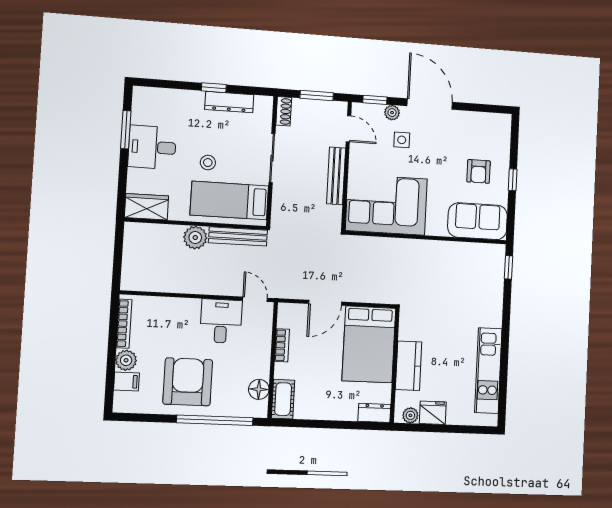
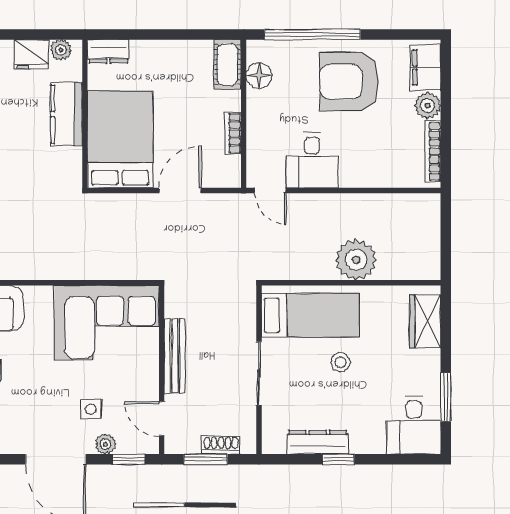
shoe rack: (284, 111) -> (221, 445), moved, turned 90
desk: (152, 147) -> (414, 425), moved, turned 90
wardrobe: (147, 207) -> (425, 321), moved, turned 90
bench: (238, 236) -> (297, 270), removed
plant: (195, 238) -> (356, 260), width x1.36, depth x1.36
filing cabinet: (126, 381) -> (425, 68), width x2.00
armchair: (188, 382) -> (349, 82), turned 90

